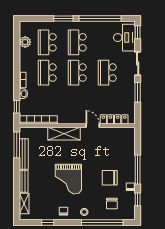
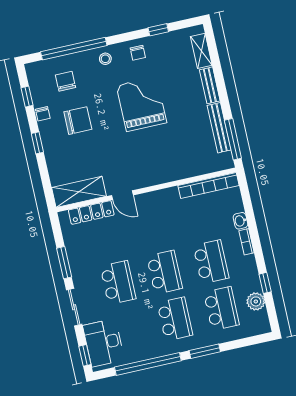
window: (17, 107) -> (265, 283), moved
shelving: (64, 134) -> (79, 192), moved
window: (138, 170) -> (37, 143), width x0.46

